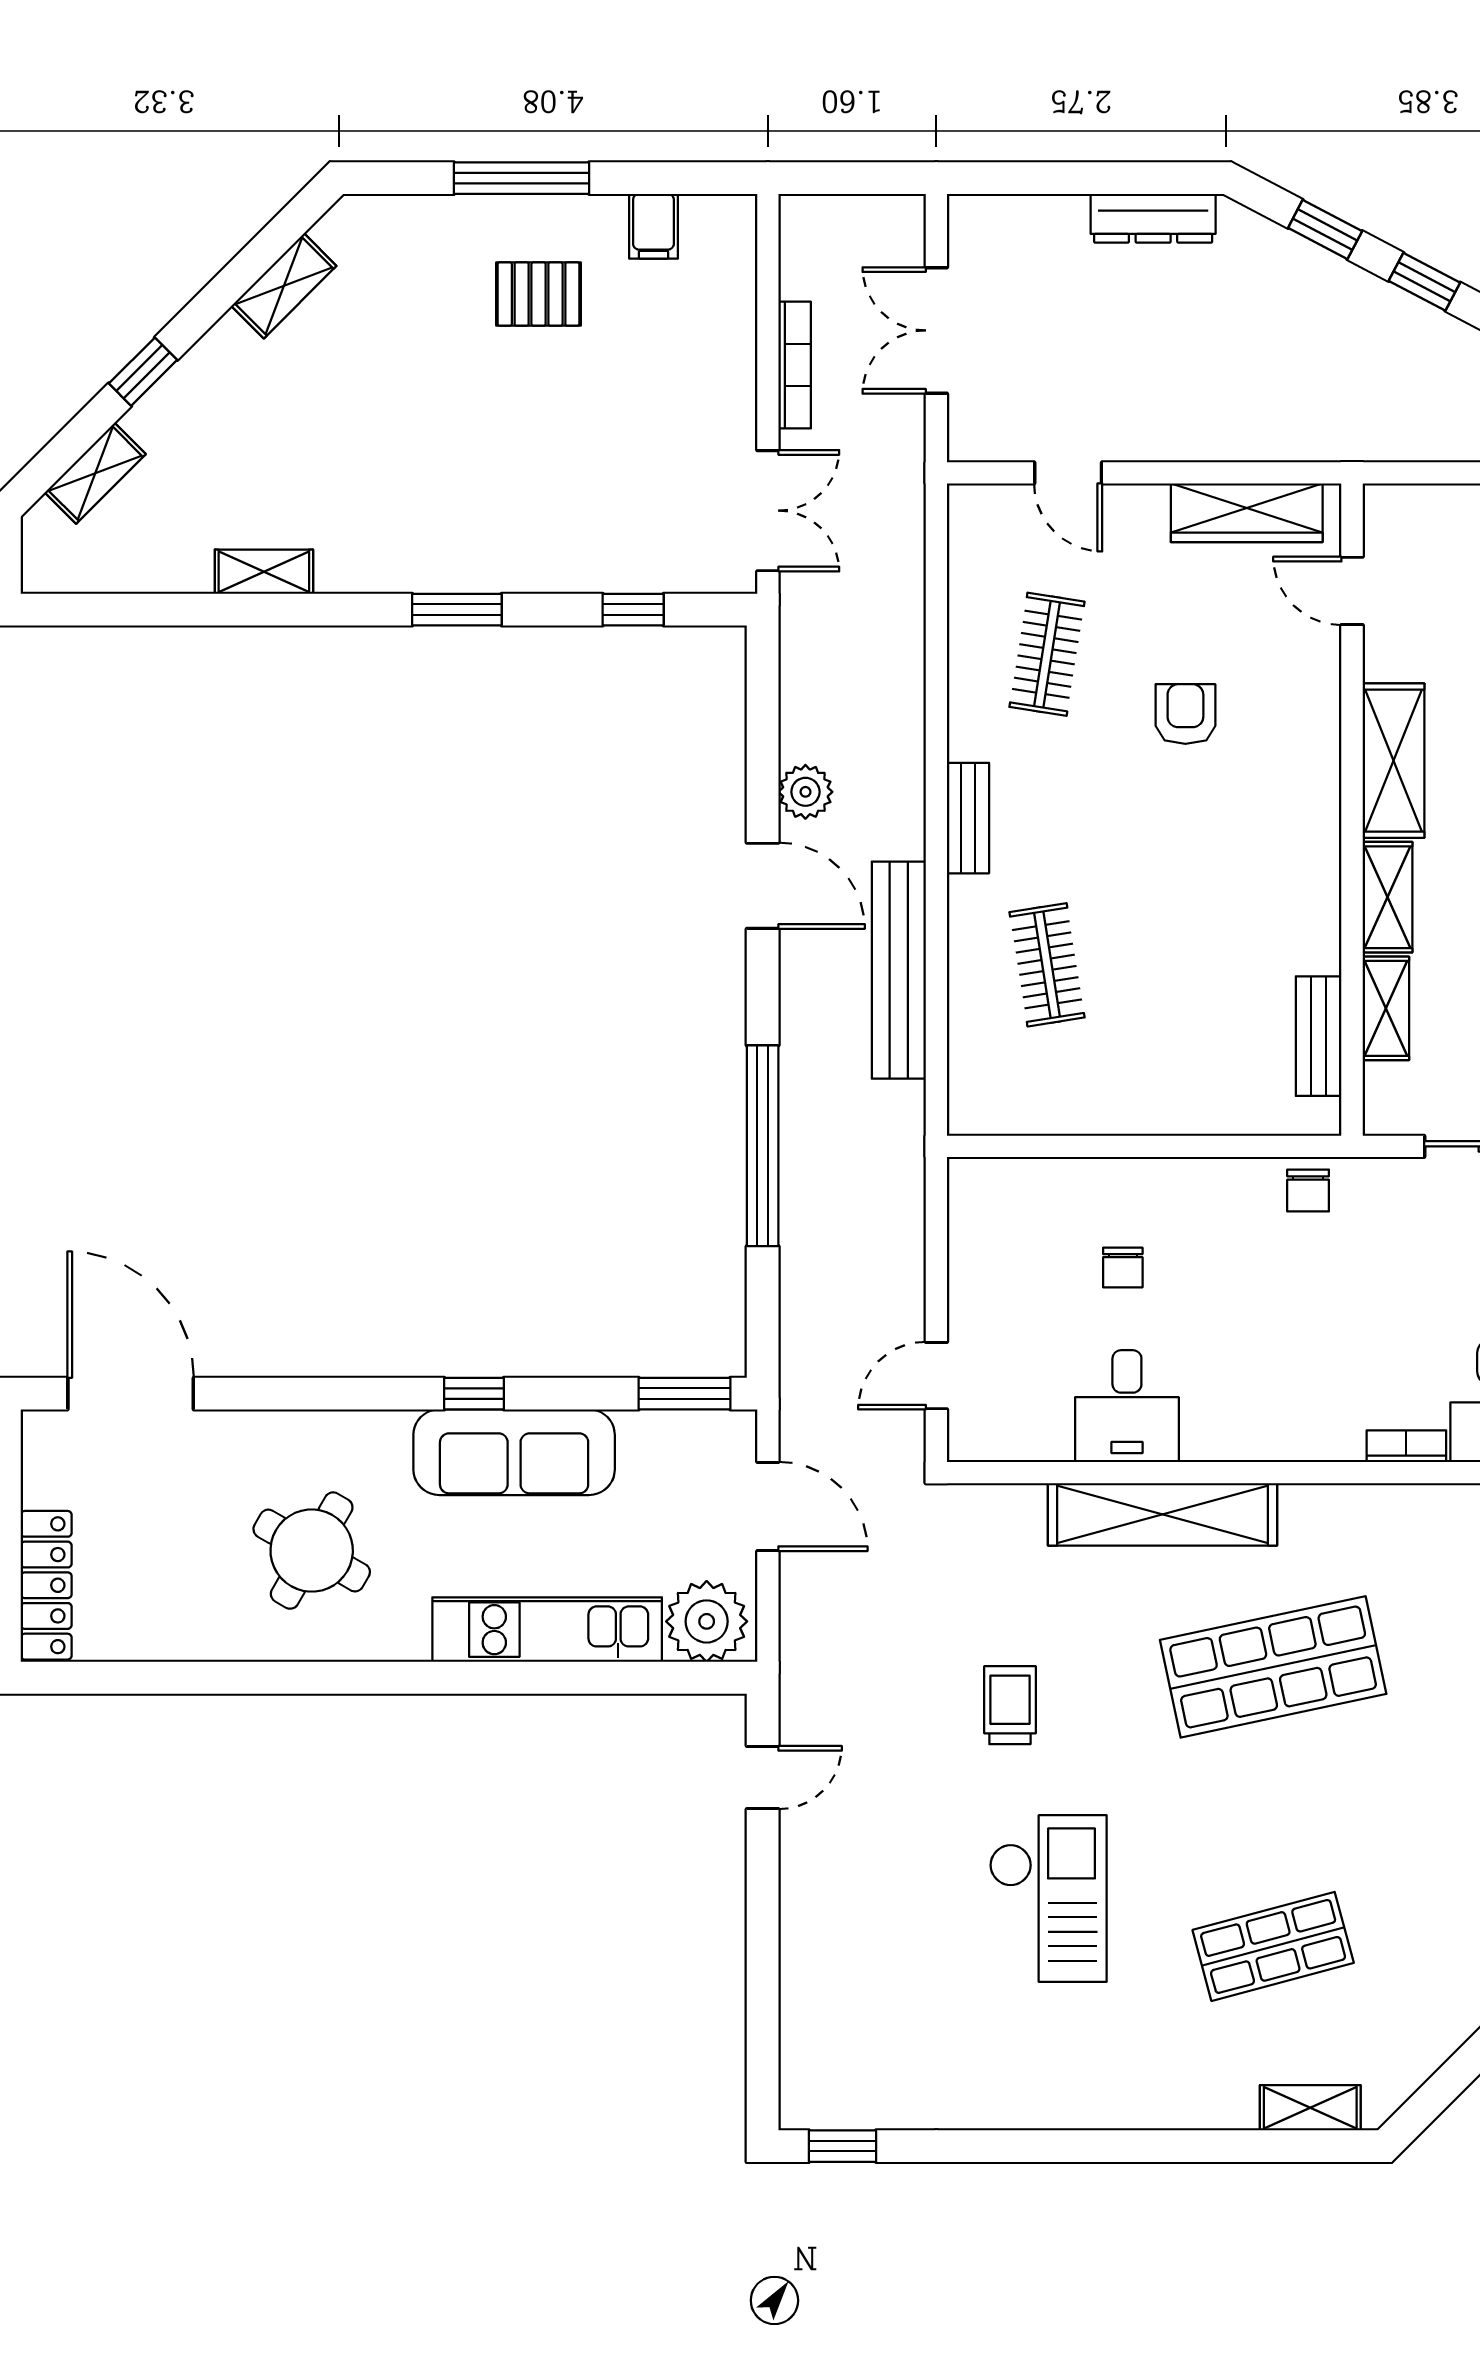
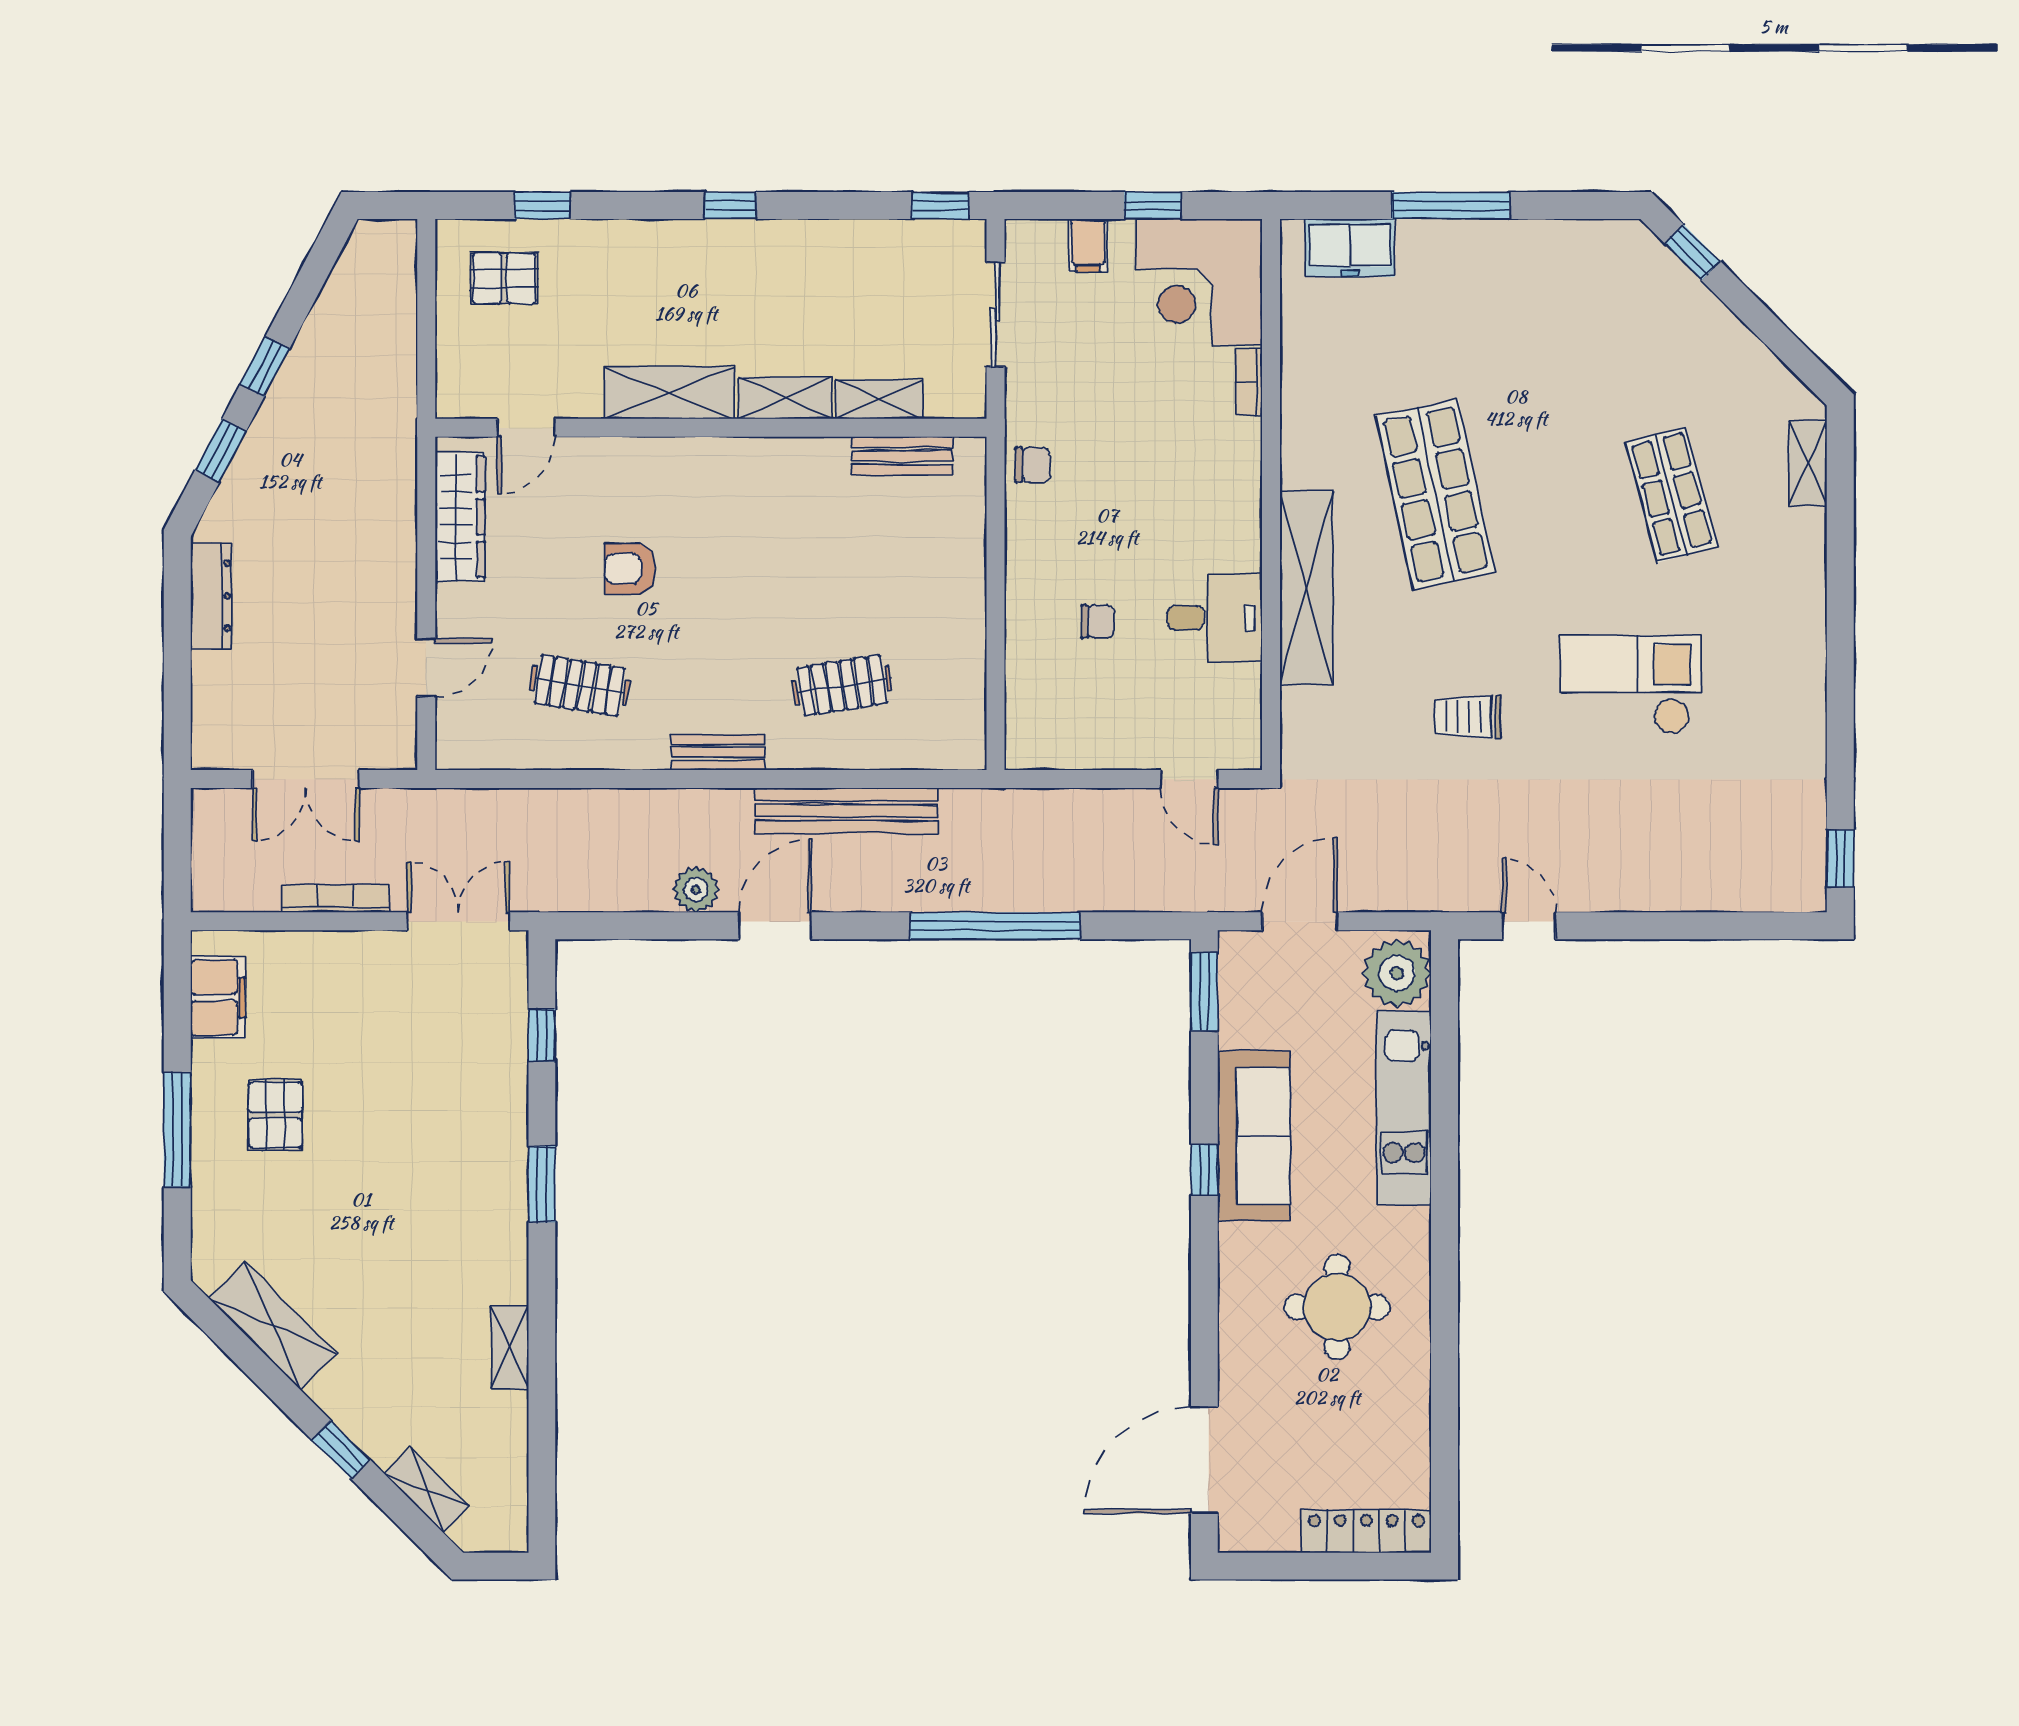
filing cabinet: (653, 226) -> (218, 998), width x2.00
shelving: (284, 286) -> (273, 1326), width x1.50, depth x1.33
round table: (312, 1551) -> (1337, 1307), turned -30

